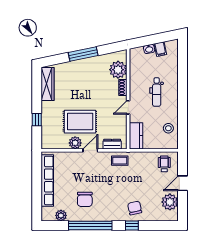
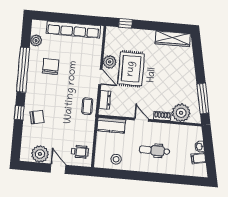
window: (83, 54) -> (203, 99), moved
window: (37, 120) -> (125, 23), moved
chair: (85, 199) -> (51, 67), turned 91

